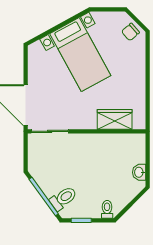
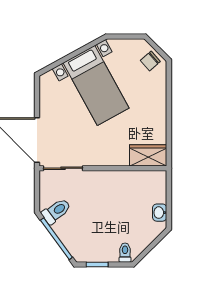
wardrobe: (115, 119) -> (148, 155), moved
toilet: (63, 198) -> (56, 211), moved

